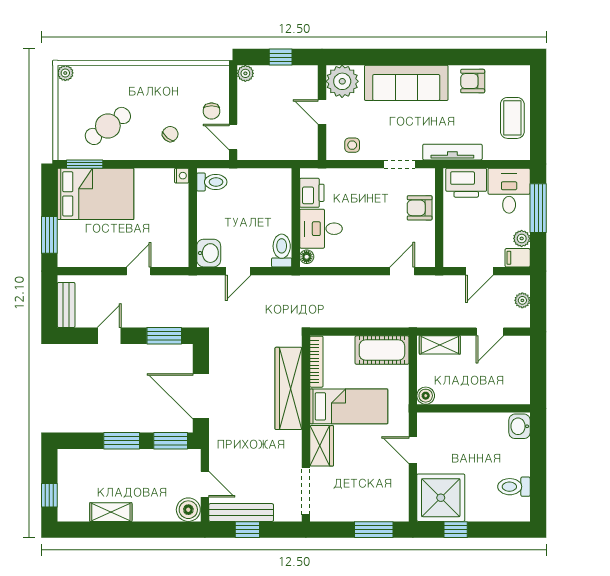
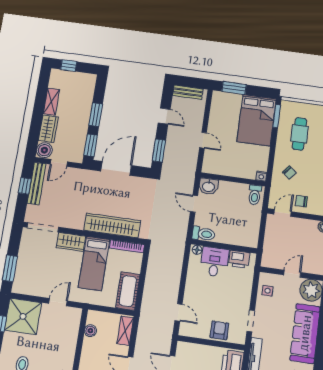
cafe table: (108, 126) -> (299, 134), turned 36
boiler: (426, 396) -> (90, 331), moved
wardrobe: (154, 510) -> (48, 129), added

